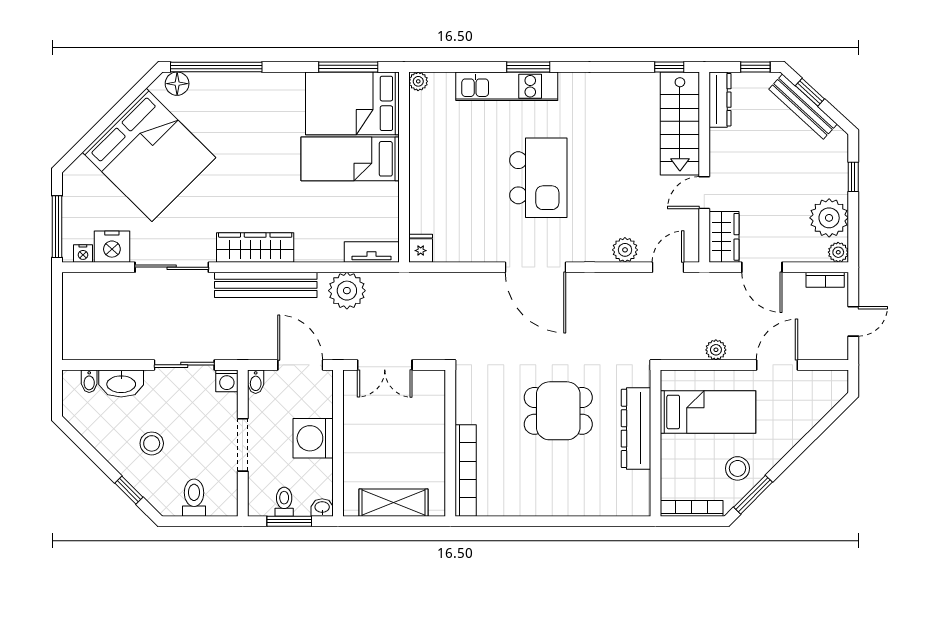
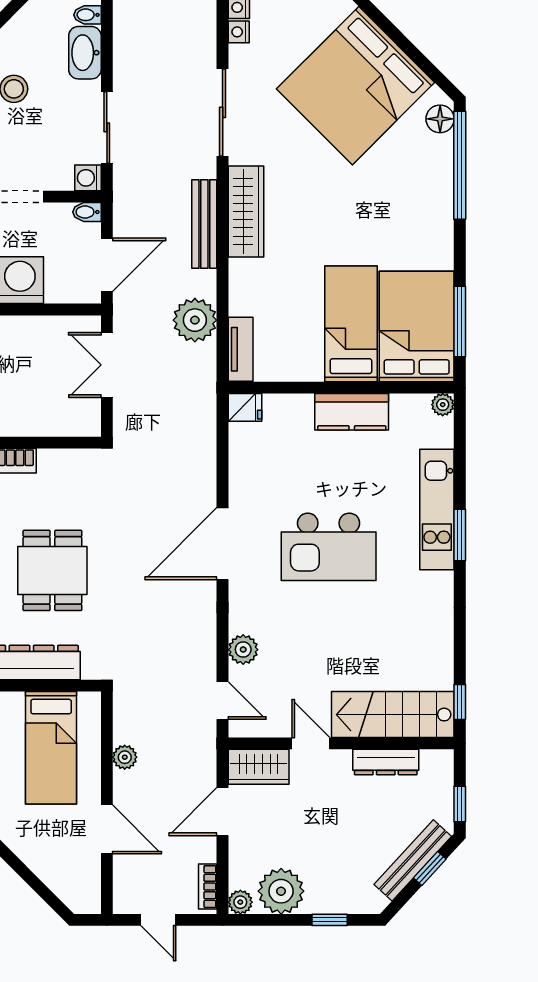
dresser: (720, 100) -> (386, 762), moved
kitchen counter: (424, 158) -> (352, 412), added
nightstand: (112, 247) -> (239, 32), width x0.53, depth x0.56
bench: (266, 285) -> (204, 224), width x0.73, depth x0.82

